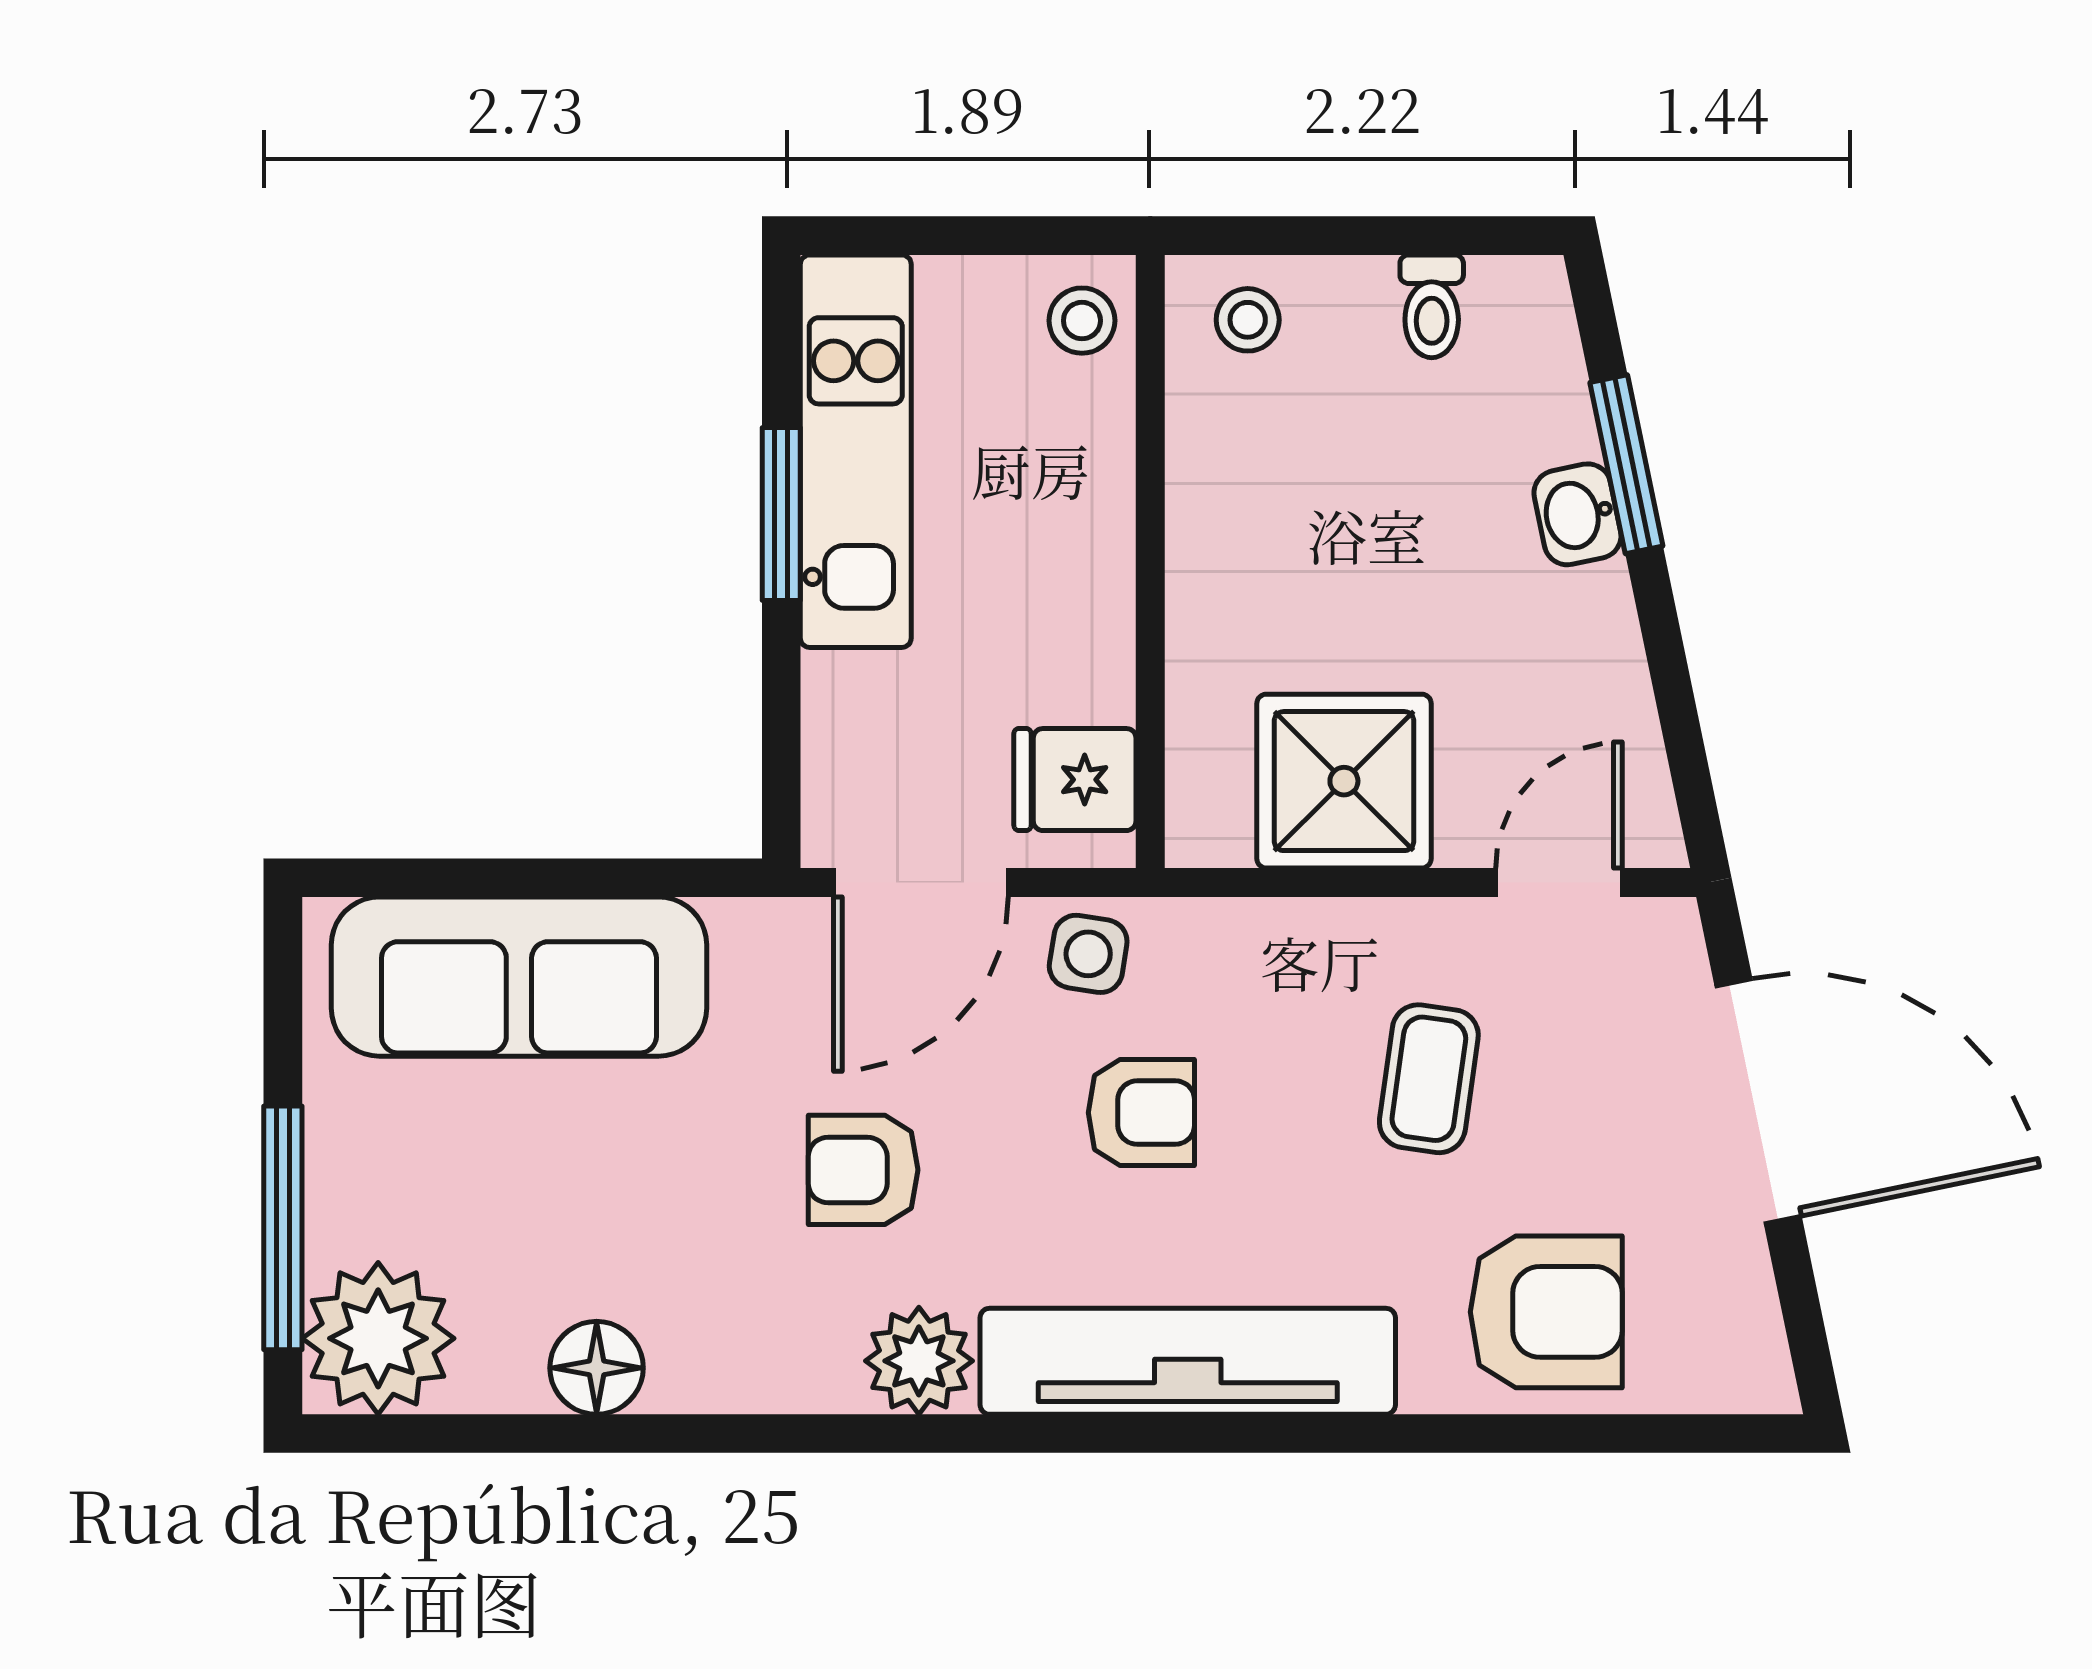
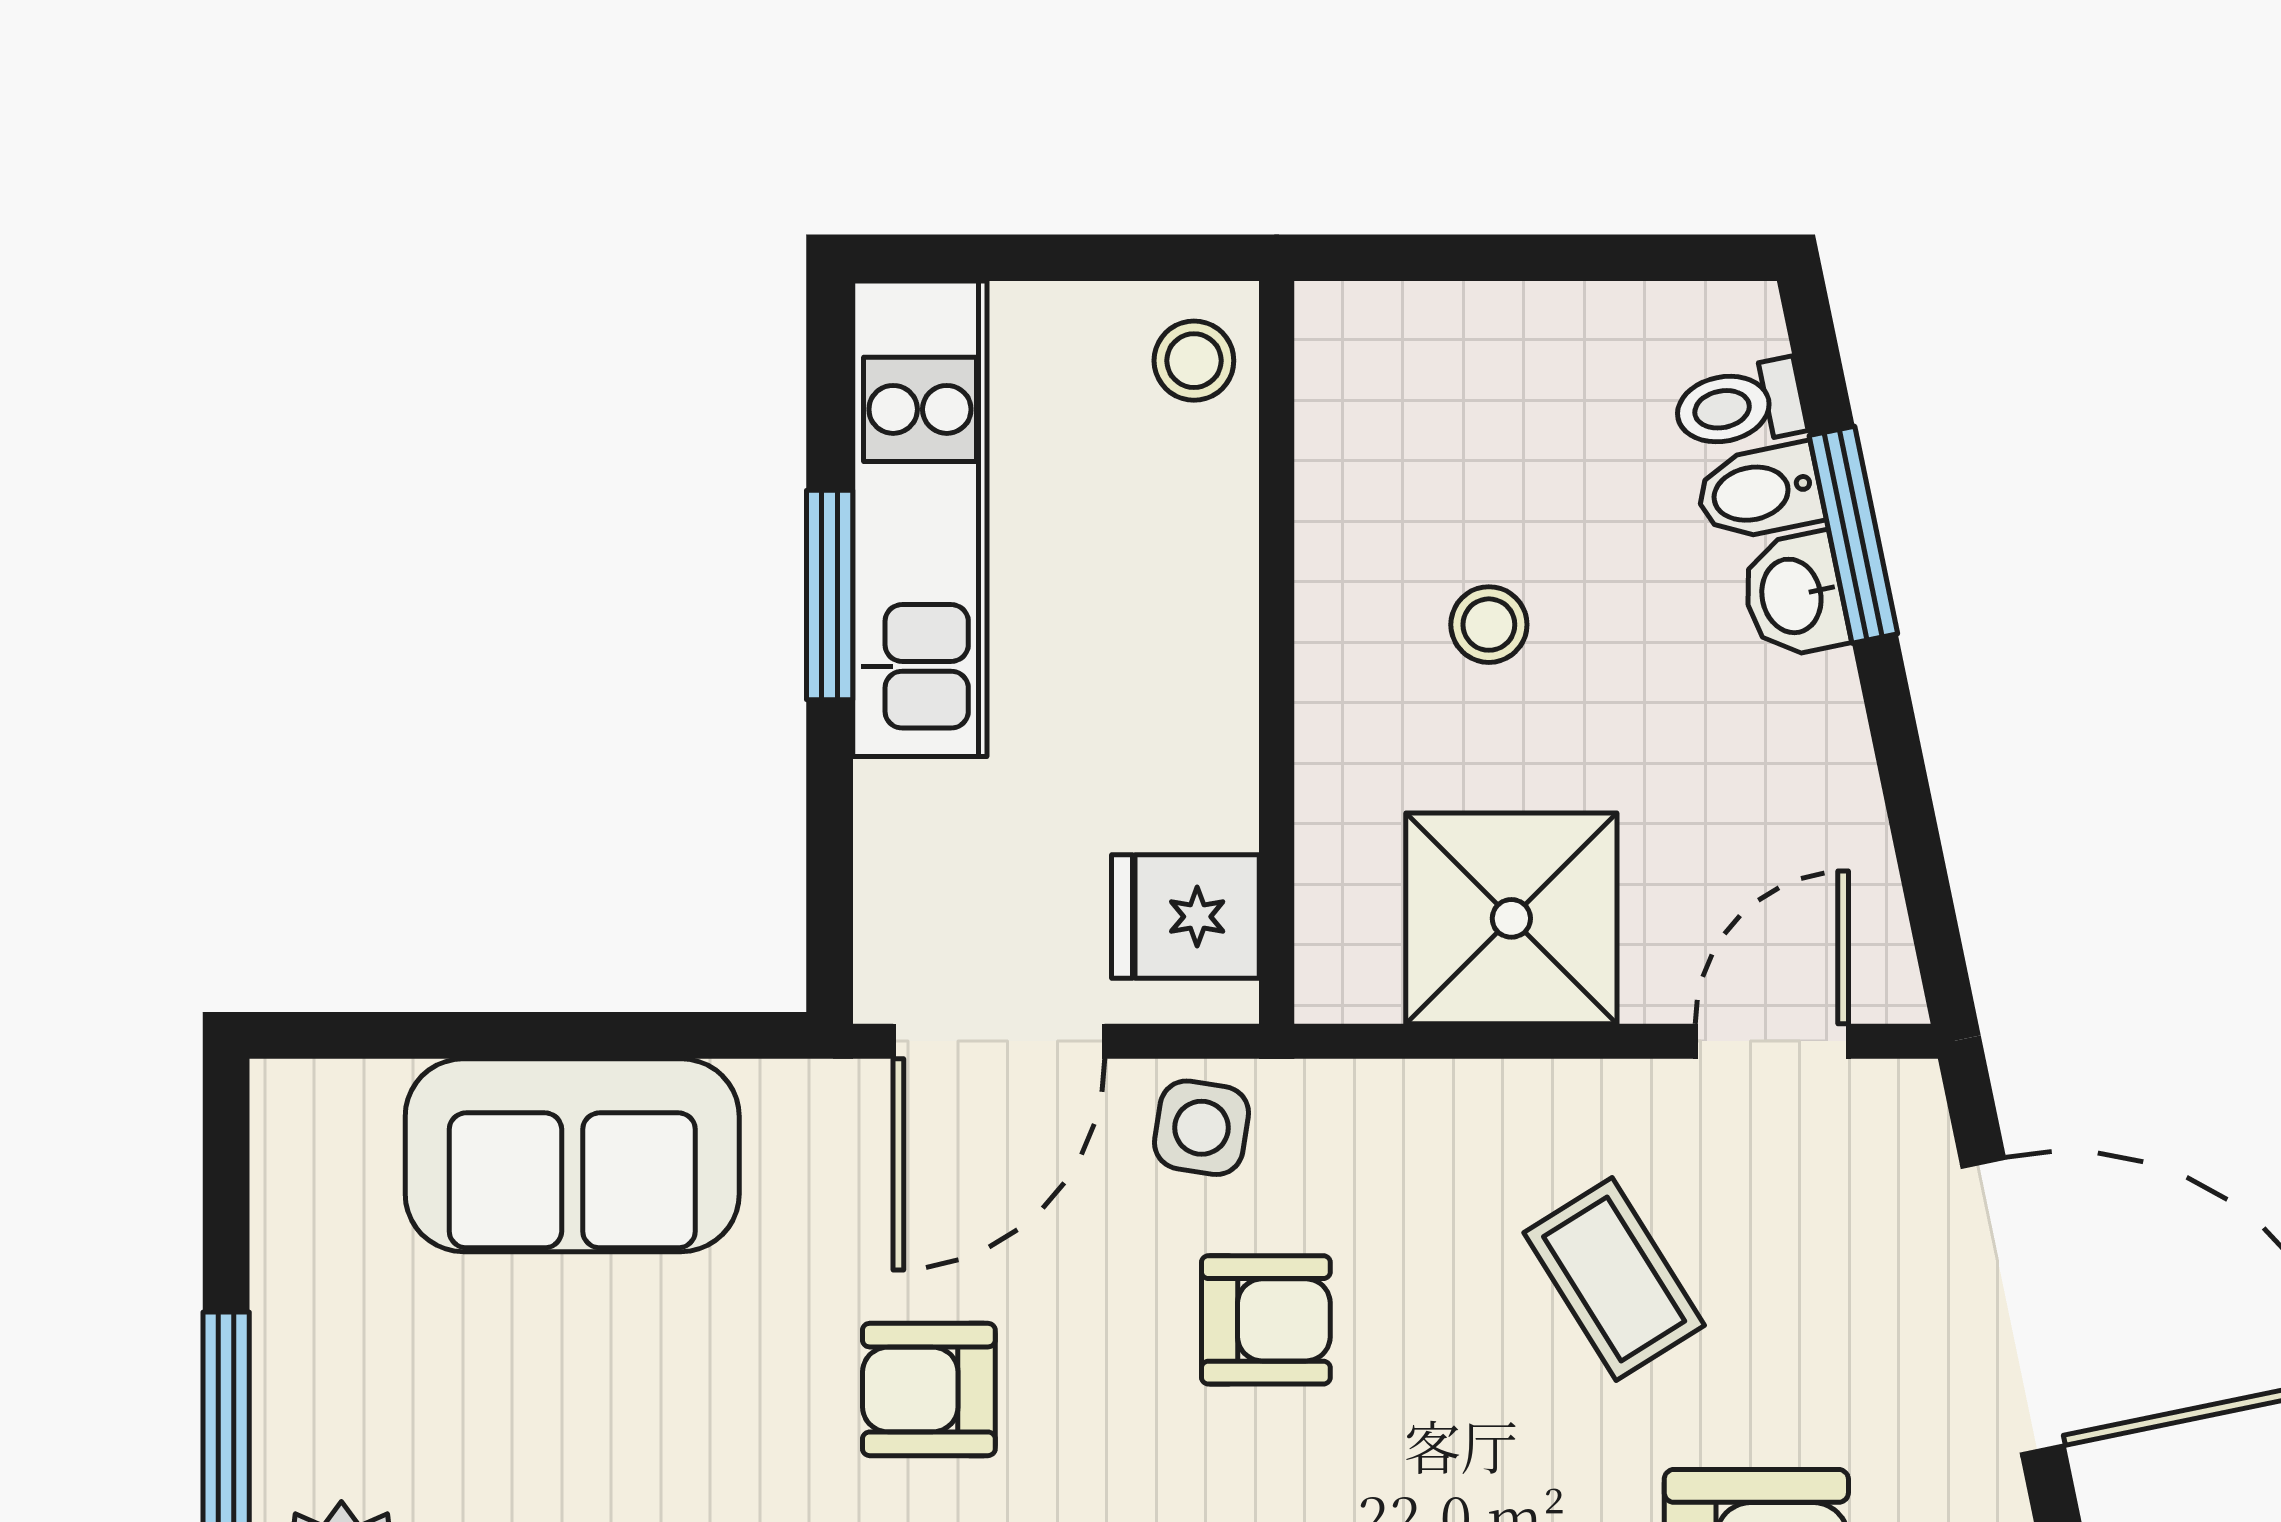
toilet: (1432, 306) -> (1739, 406), moved, turned 78
stool: (1248, 320) -> (1489, 625), moved
bidet: (1549, 429) -> (1759, 492), added
sofa: (519, 977) -> (572, 1155), width x0.73
coffee table: (1429, 1079) -> (1614, 1279), turned -40

